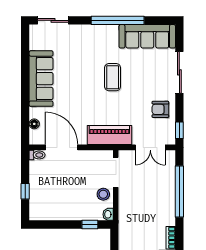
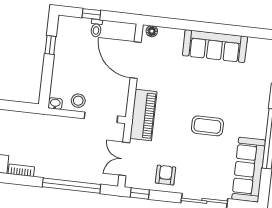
floor lamp: (34, 124) -> (152, 31), moved
door: (62, 147) -> (136, 60), swing flipped
toilet: (37, 155) -> (96, 28), moved
window: (90, 225) -> (50, 45), moved

